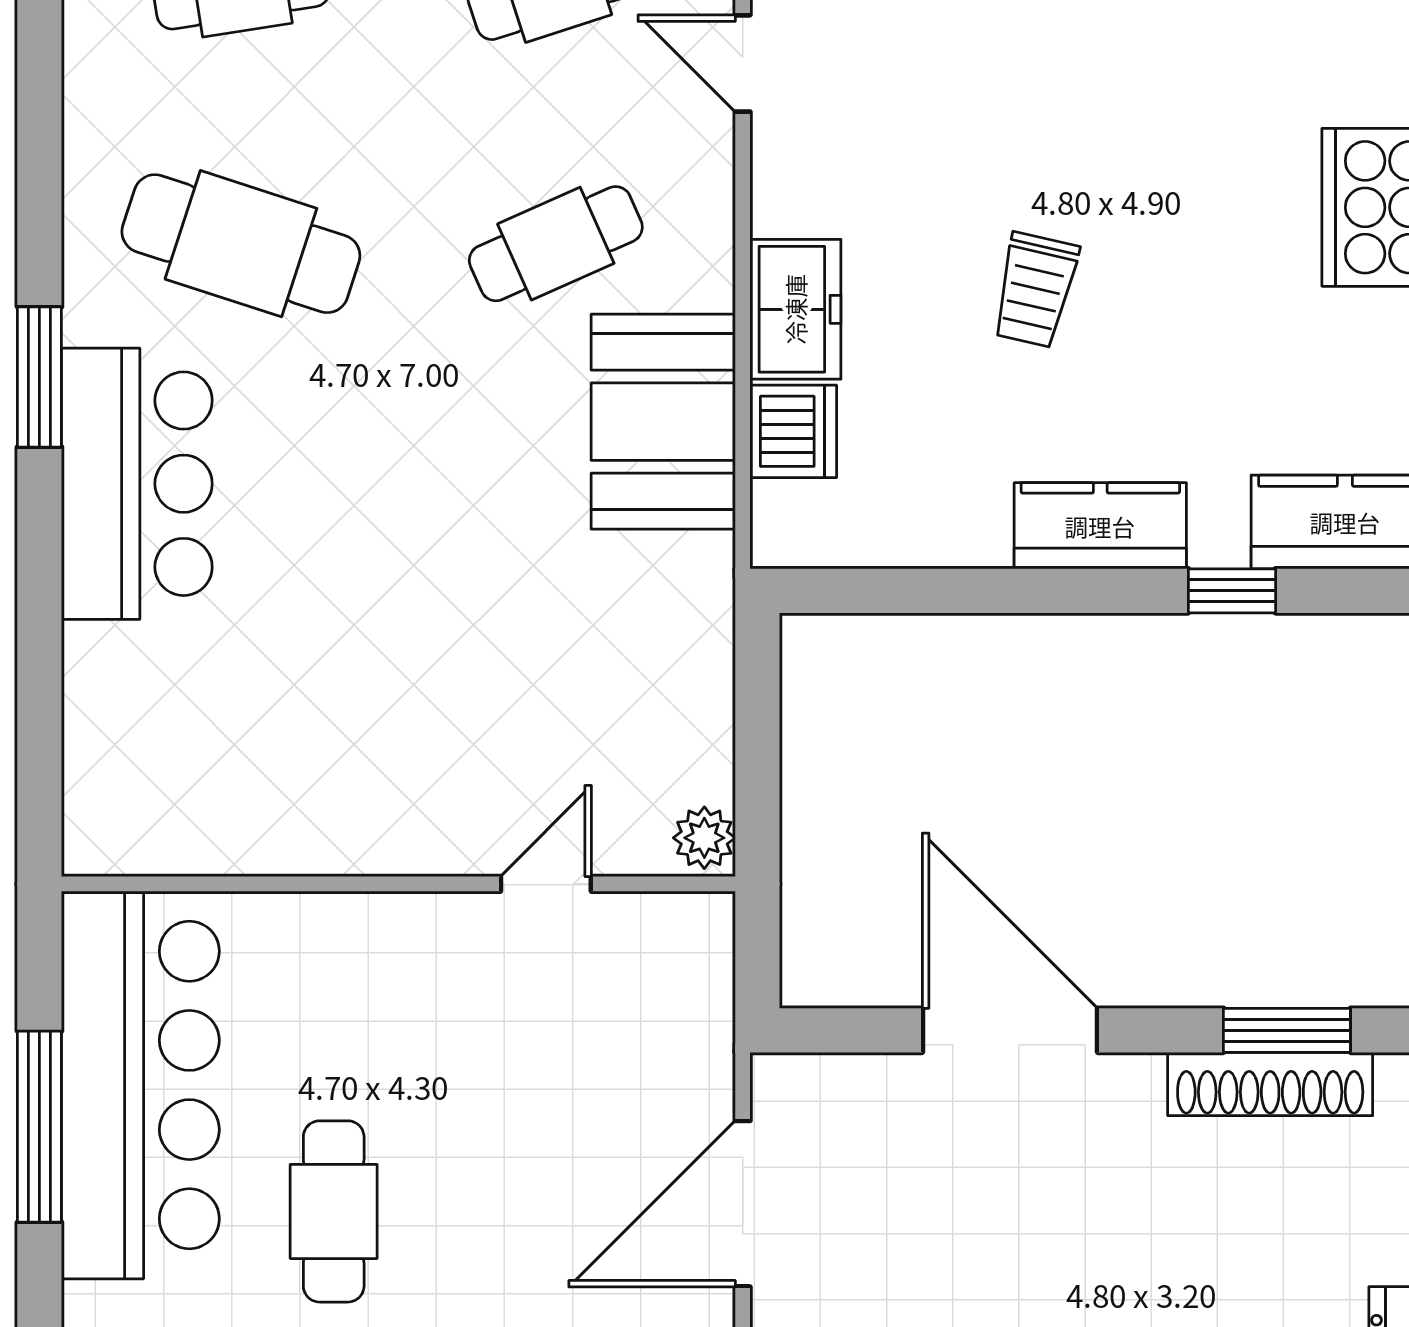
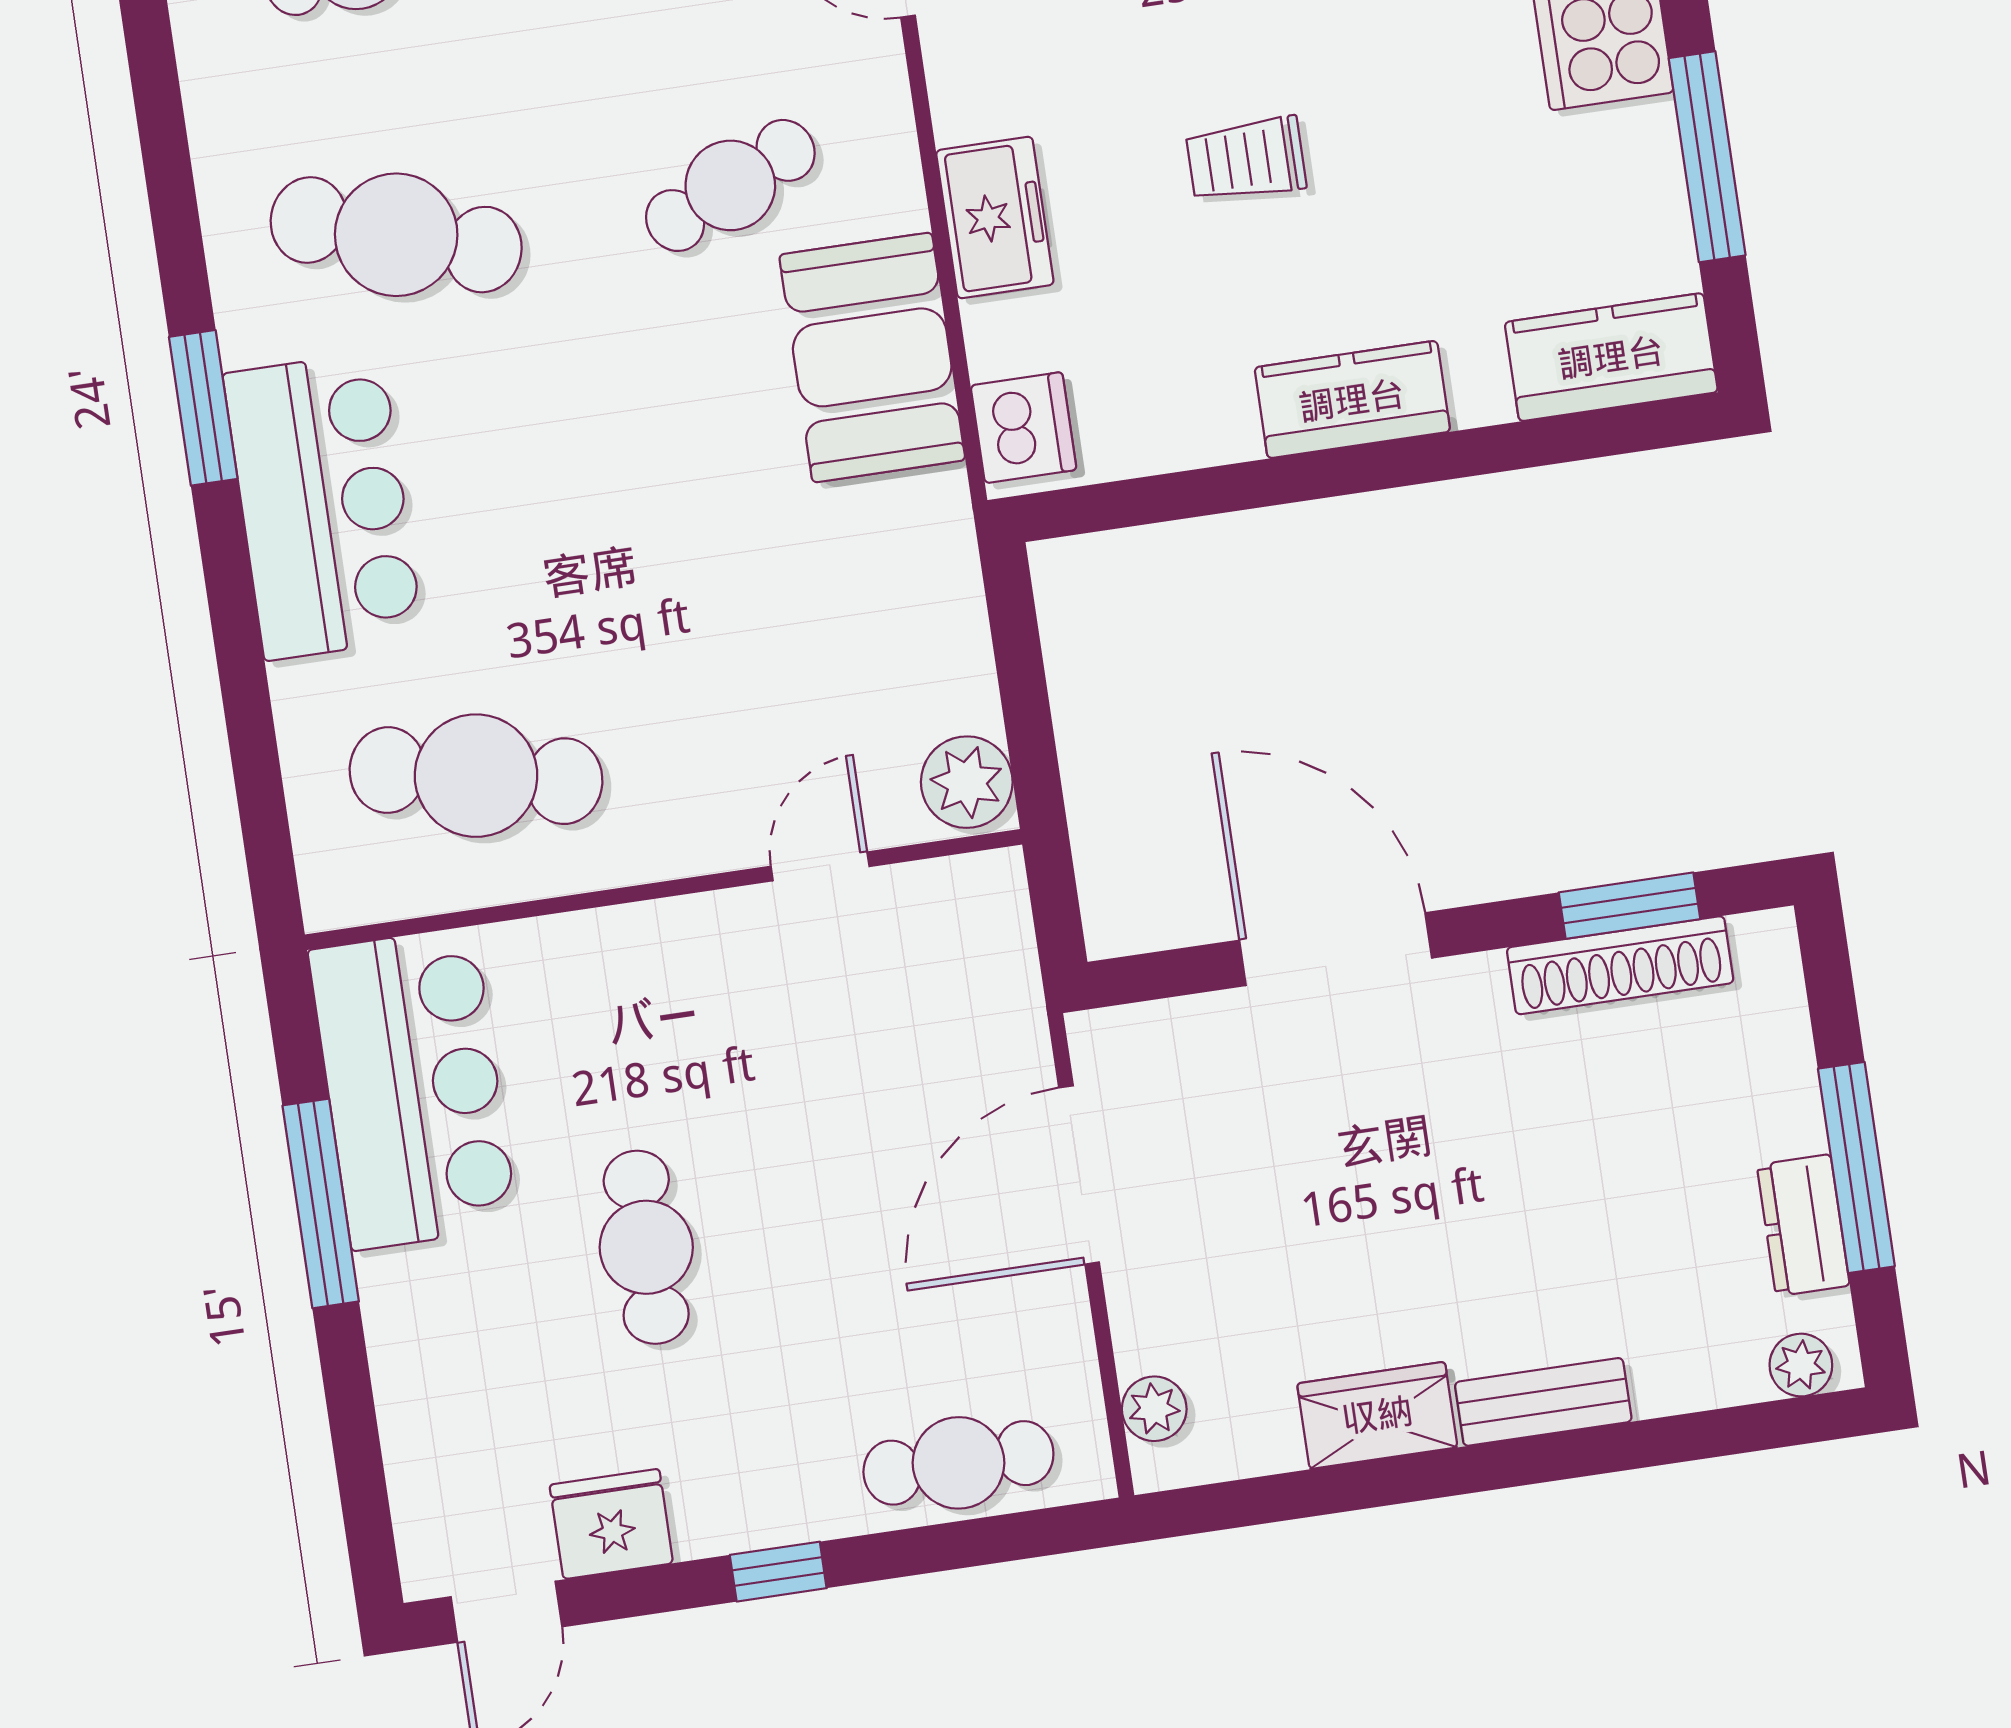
trolley: (1035, 290) -> (1246, 159), turned 77
dishwasher: (793, 431) -> (1024, 428), moved
window: (1232, 591) -> (1502, 448), removed
cafe table: (241, 753) -> (476, 776), added
plant: (704, 838) -> (967, 782), width x1.38, depth x1.38
bar counter: (140, 1085) -> (413, 1089), width x0.73

